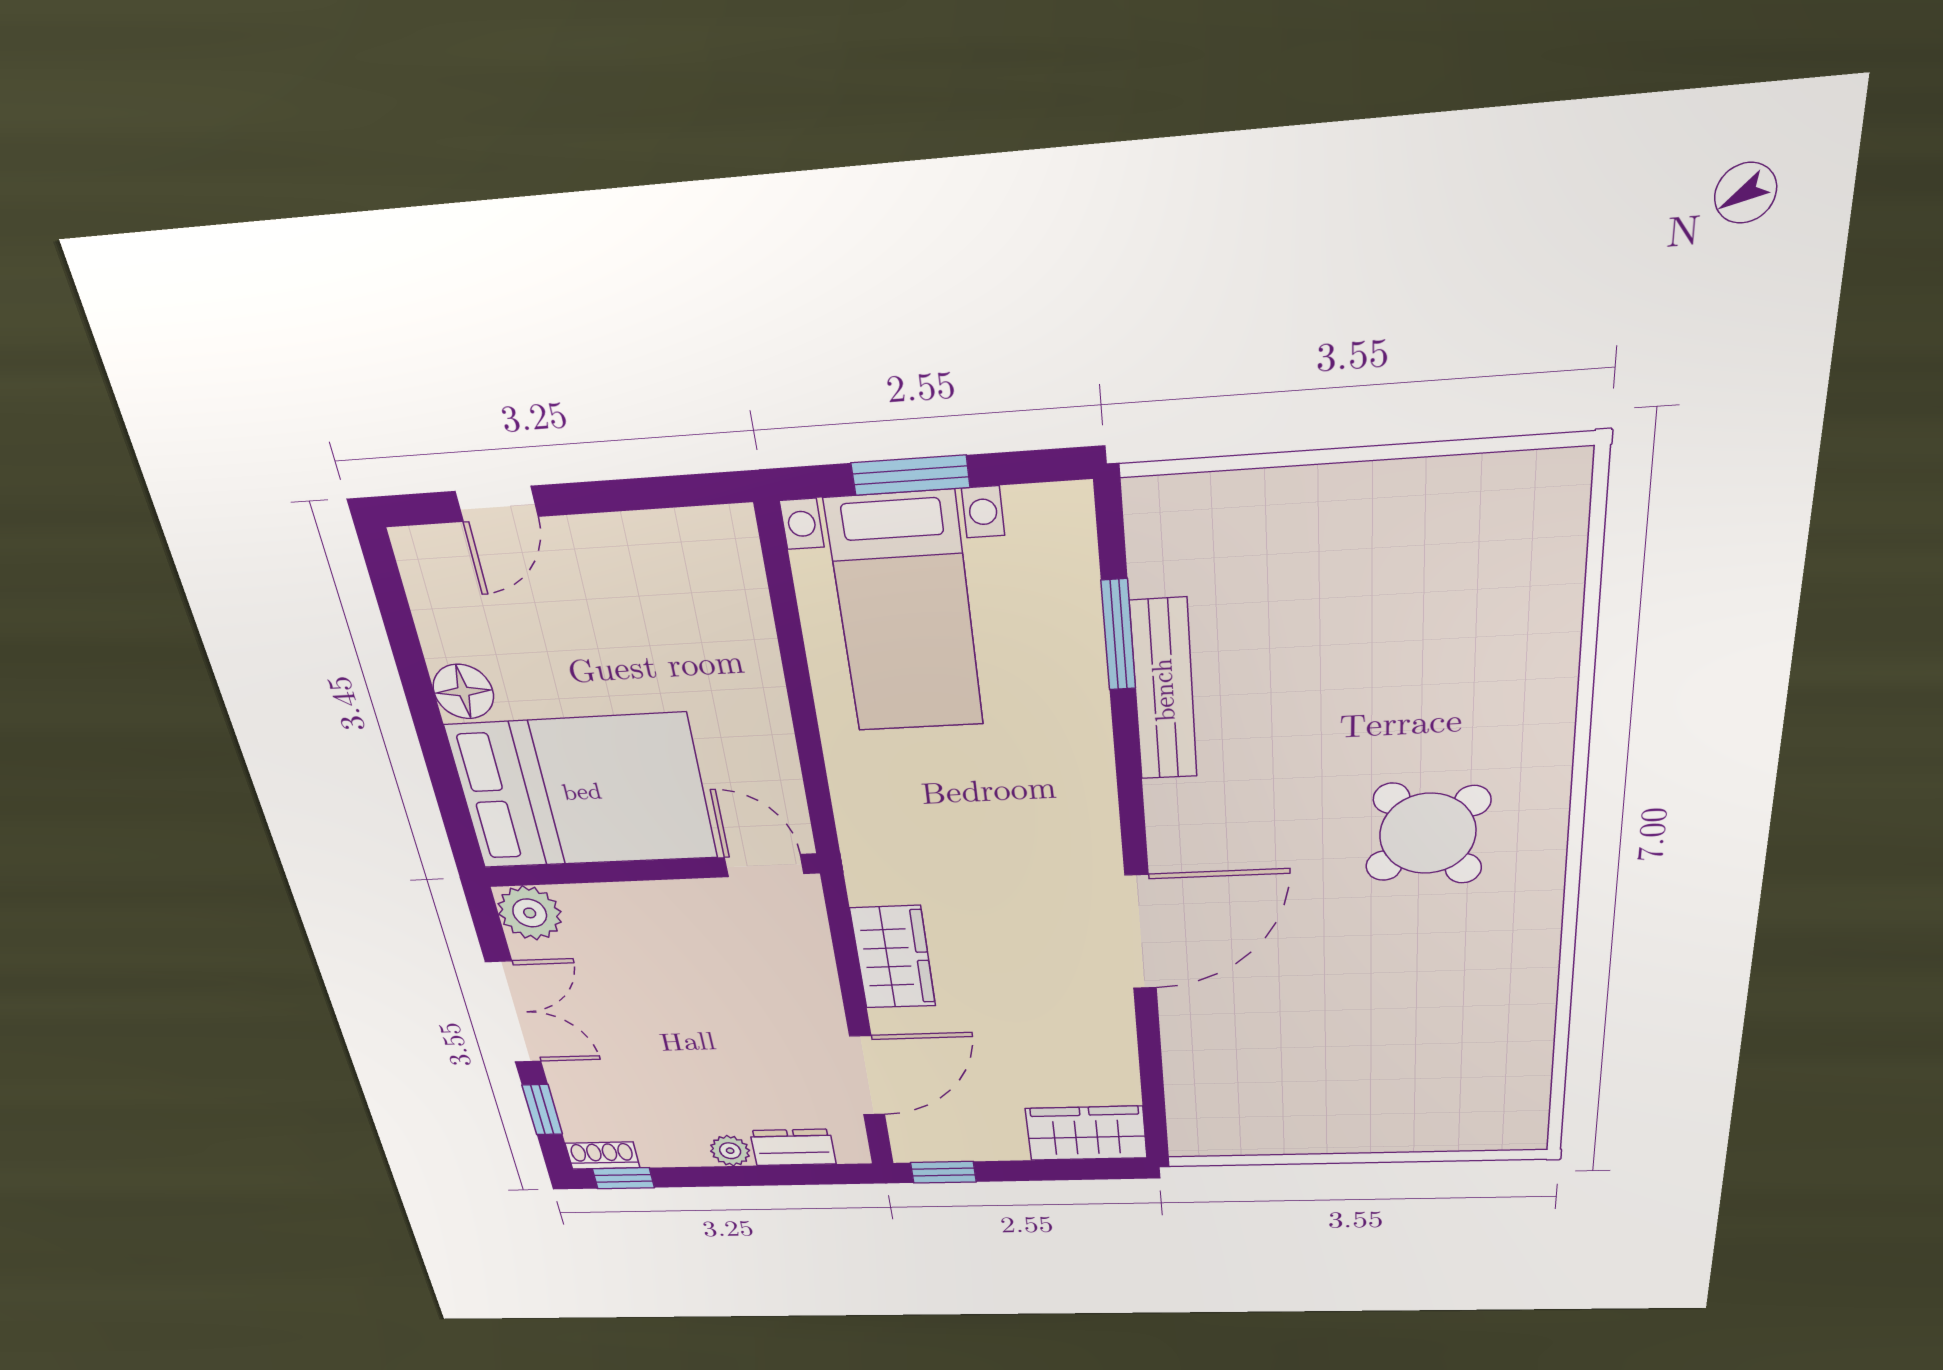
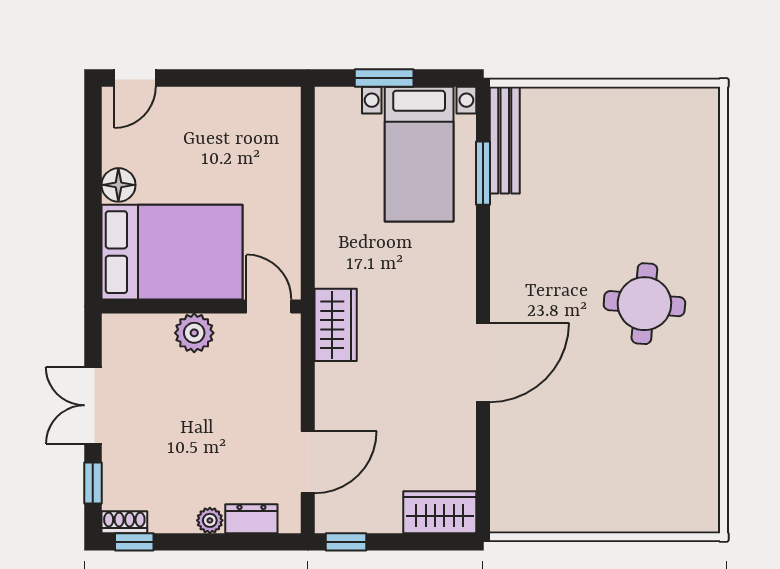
door: (497, 504) -> (135, 78), moved
bed with nightstands: (905, 614) -> (419, 154), moved
bench: (1164, 690) -> (505, 140), moved
round table: (1428, 834) -> (644, 304), turned 45
plant: (530, 913) -> (194, 333), moved
wardrobe: (893, 957) -> (336, 325), moved
double door: (514, 1012) -> (93, 405), swing flipped

